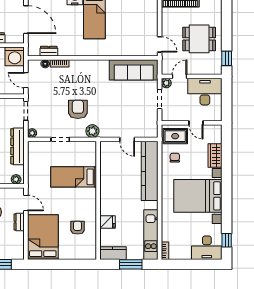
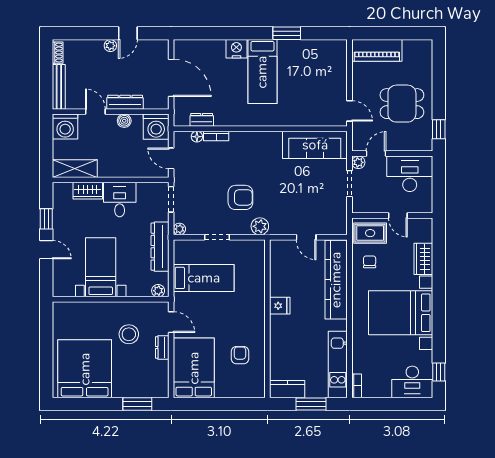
armchair: (78, 109) -> (240, 197), turned 90
bed: (74, 177) -> (204, 278), moved, turned 180
fridge: (107, 222) -> (280, 306), moved

